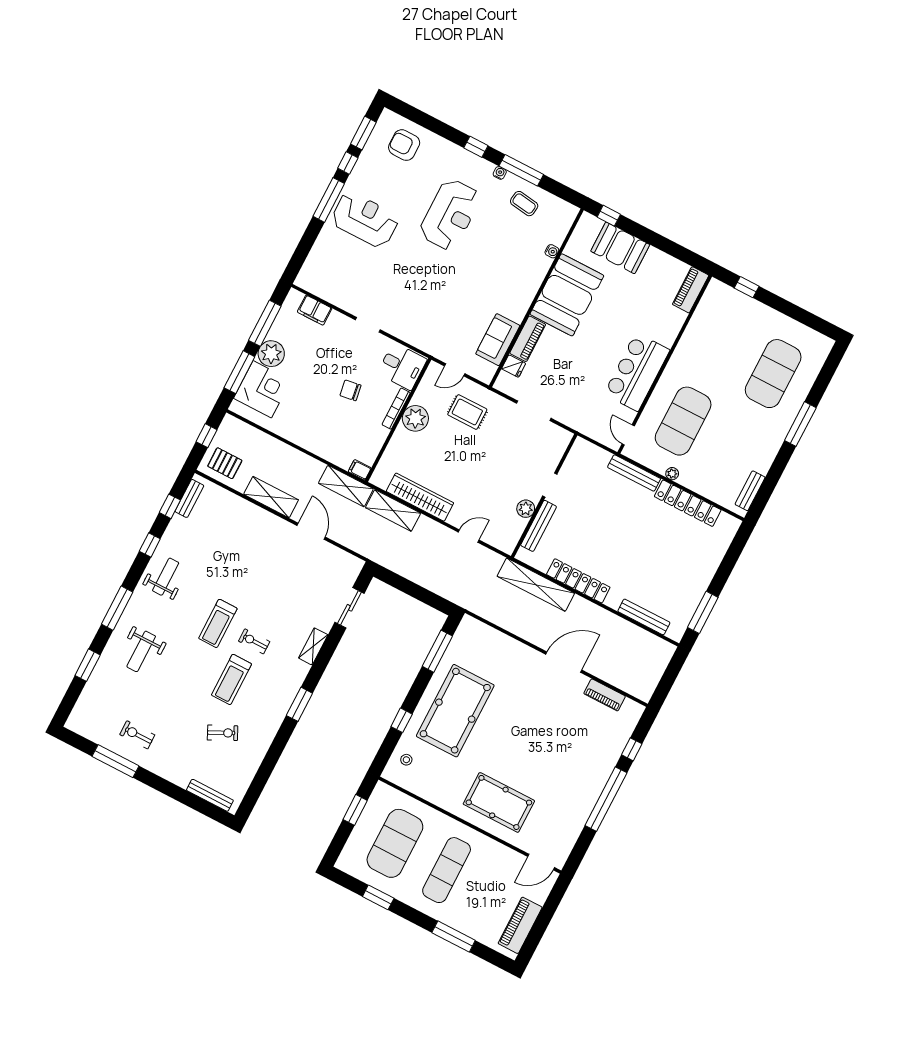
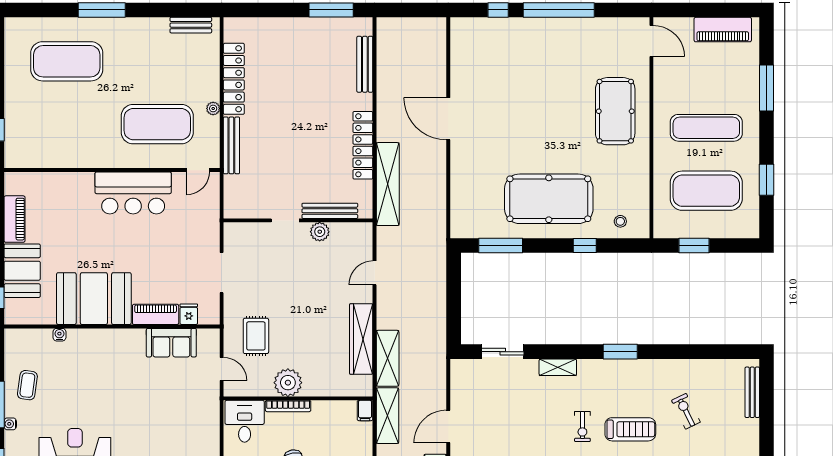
piano: (691, 290) -> (15, 219), moved, turned -90
door: (469, 536) -> (375, 273), hinge flipped
piano: (605, 695) -> (459, 63), removed

